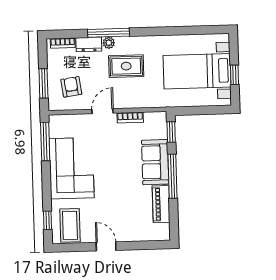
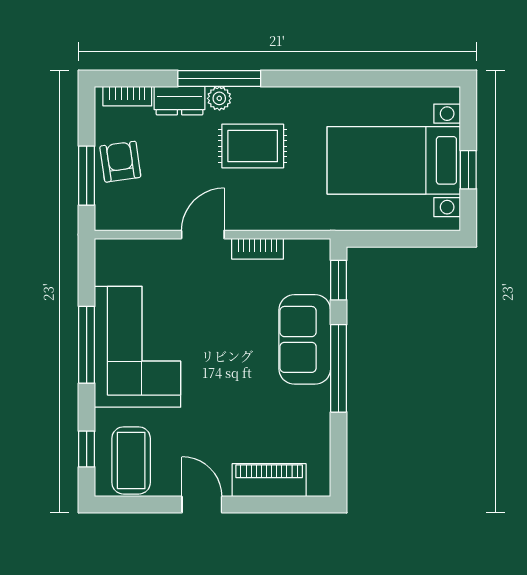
armchair: (71, 87) -> (120, 162), moved
window: (45, 142) -> (87, 345), moved
piano: (161, 204) -> (269, 480), moved, turned 90

